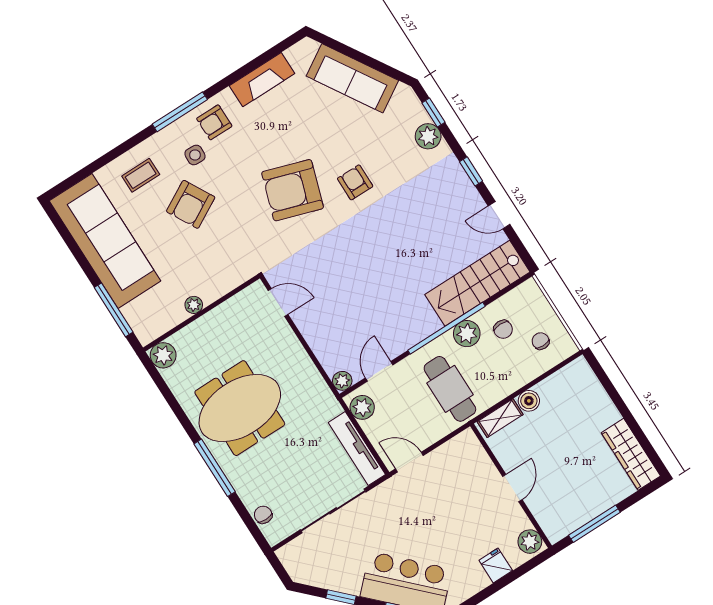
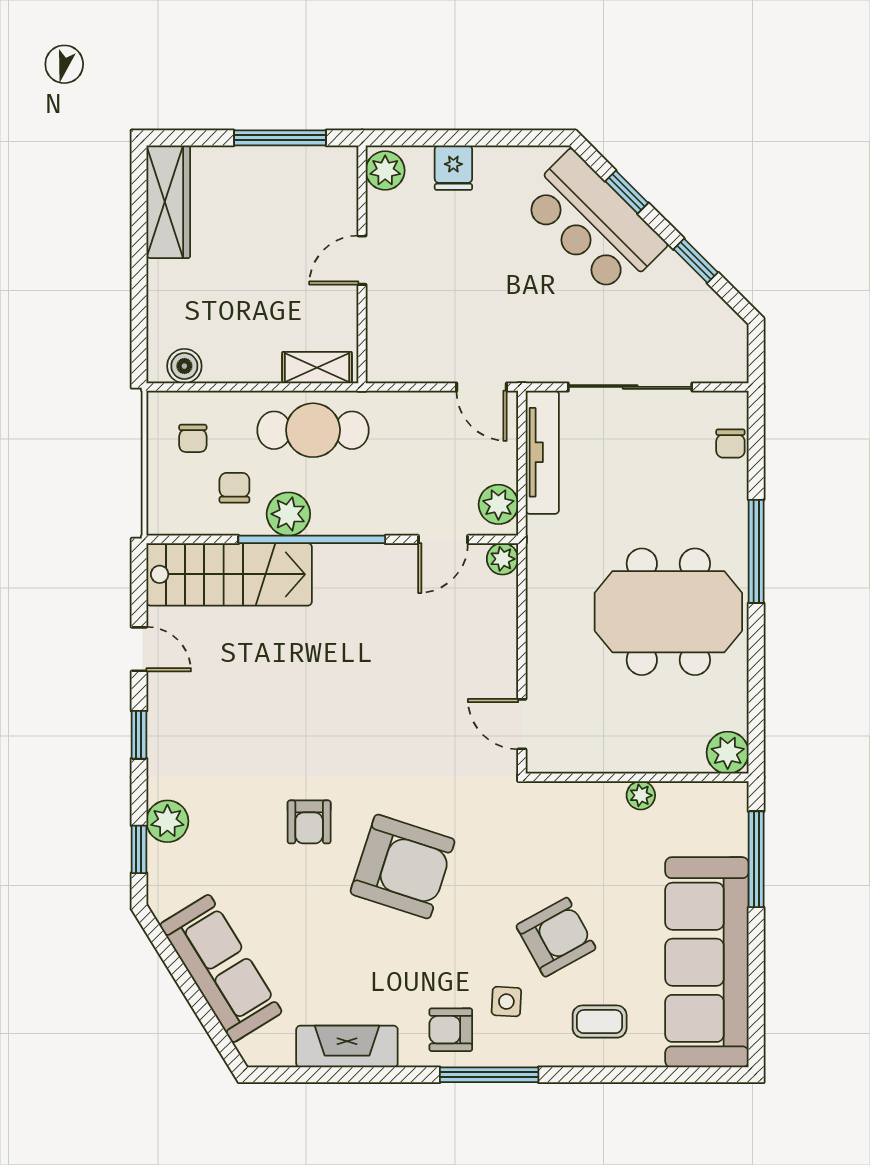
armchair: (214, 122) -> (451, 1030), turned 180
cafe table: (450, 389) -> (313, 430), moved, turned 90
boiler: (529, 401) -> (184, 366), moved

